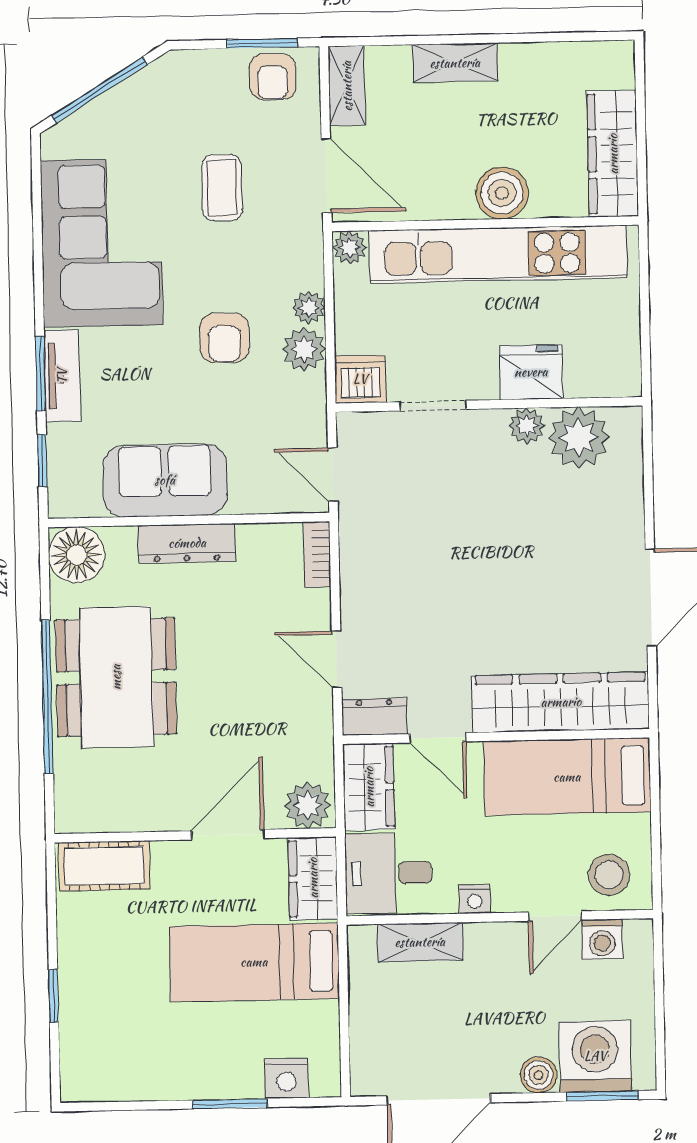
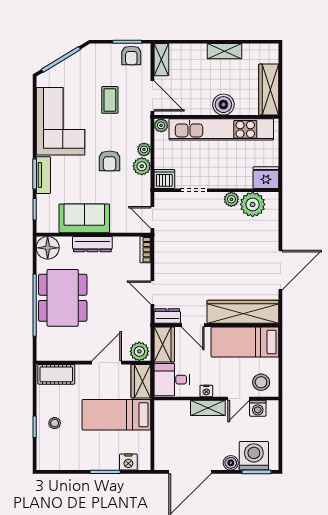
shelving: (455, 63) -> (224, 51), moved
fridge: (531, 372) -> (266, 178), moved
shelving: (420, 942) -> (208, 408), moved
stool: (103, 986) -> (55, 423), added

